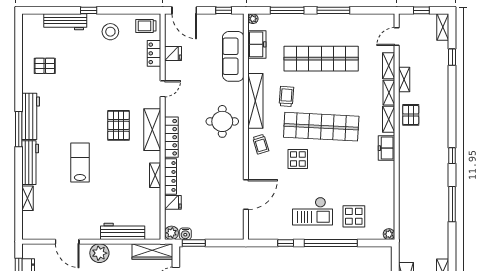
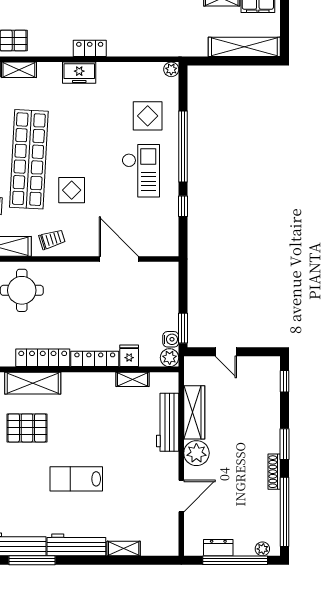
freezer: (386, 148) -> (79, 73), moved
locker: (405, 173) -> (90, 48), added
shelving: (155, 175) -> (133, 379), moved
wardrobe: (152, 251) -> (194, 412), moved

